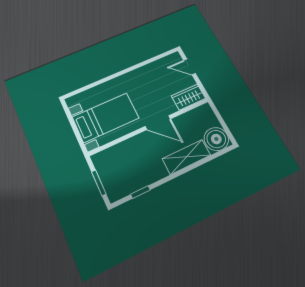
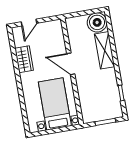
wardrobe: (188, 97) -> (24, 59), moved, turned 180
door: (158, 123) -> (71, 64), swing flipped

